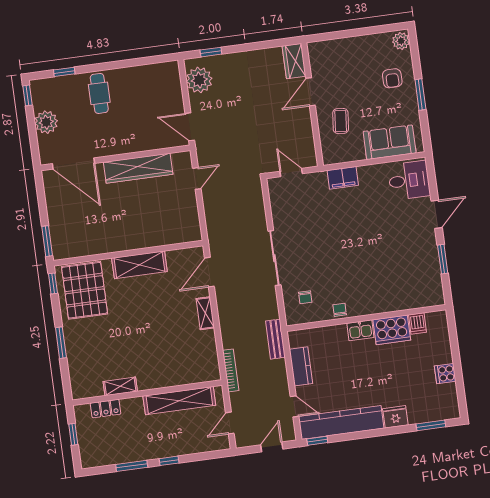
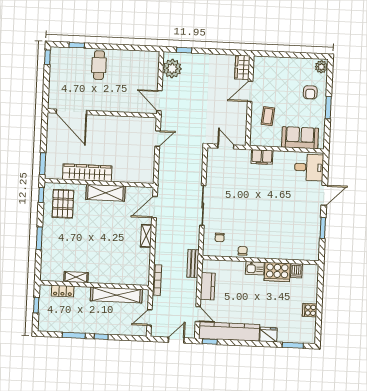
plant: (46, 122) -> (57, 79), removed
wardrobe: (138, 168) -> (87, 173), moved, turned 180
pallet: (85, 290) -> (63, 204), width x0.73, depth x0.71

